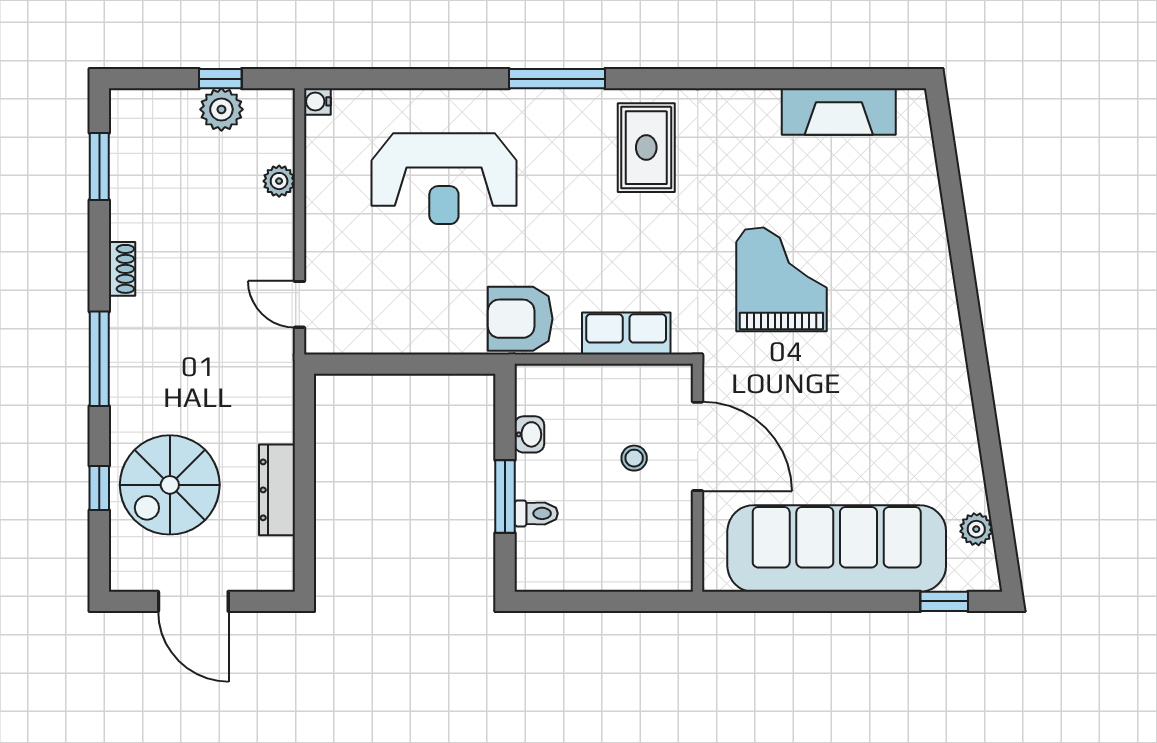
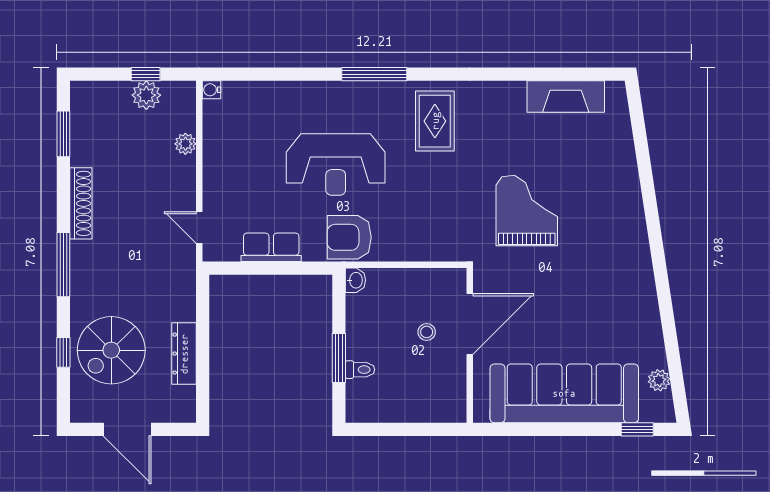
reception desk: (444, 179) -> (336, 165), moved
shoe rack: (122, 269) -> (81, 203), width x1.94, depth x1.24
row of seats: (626, 333) -> (271, 247), moved
washbasin: (529, 434) -> (355, 280), moved
door: (698, 446) -> (470, 324), hinge flipped

